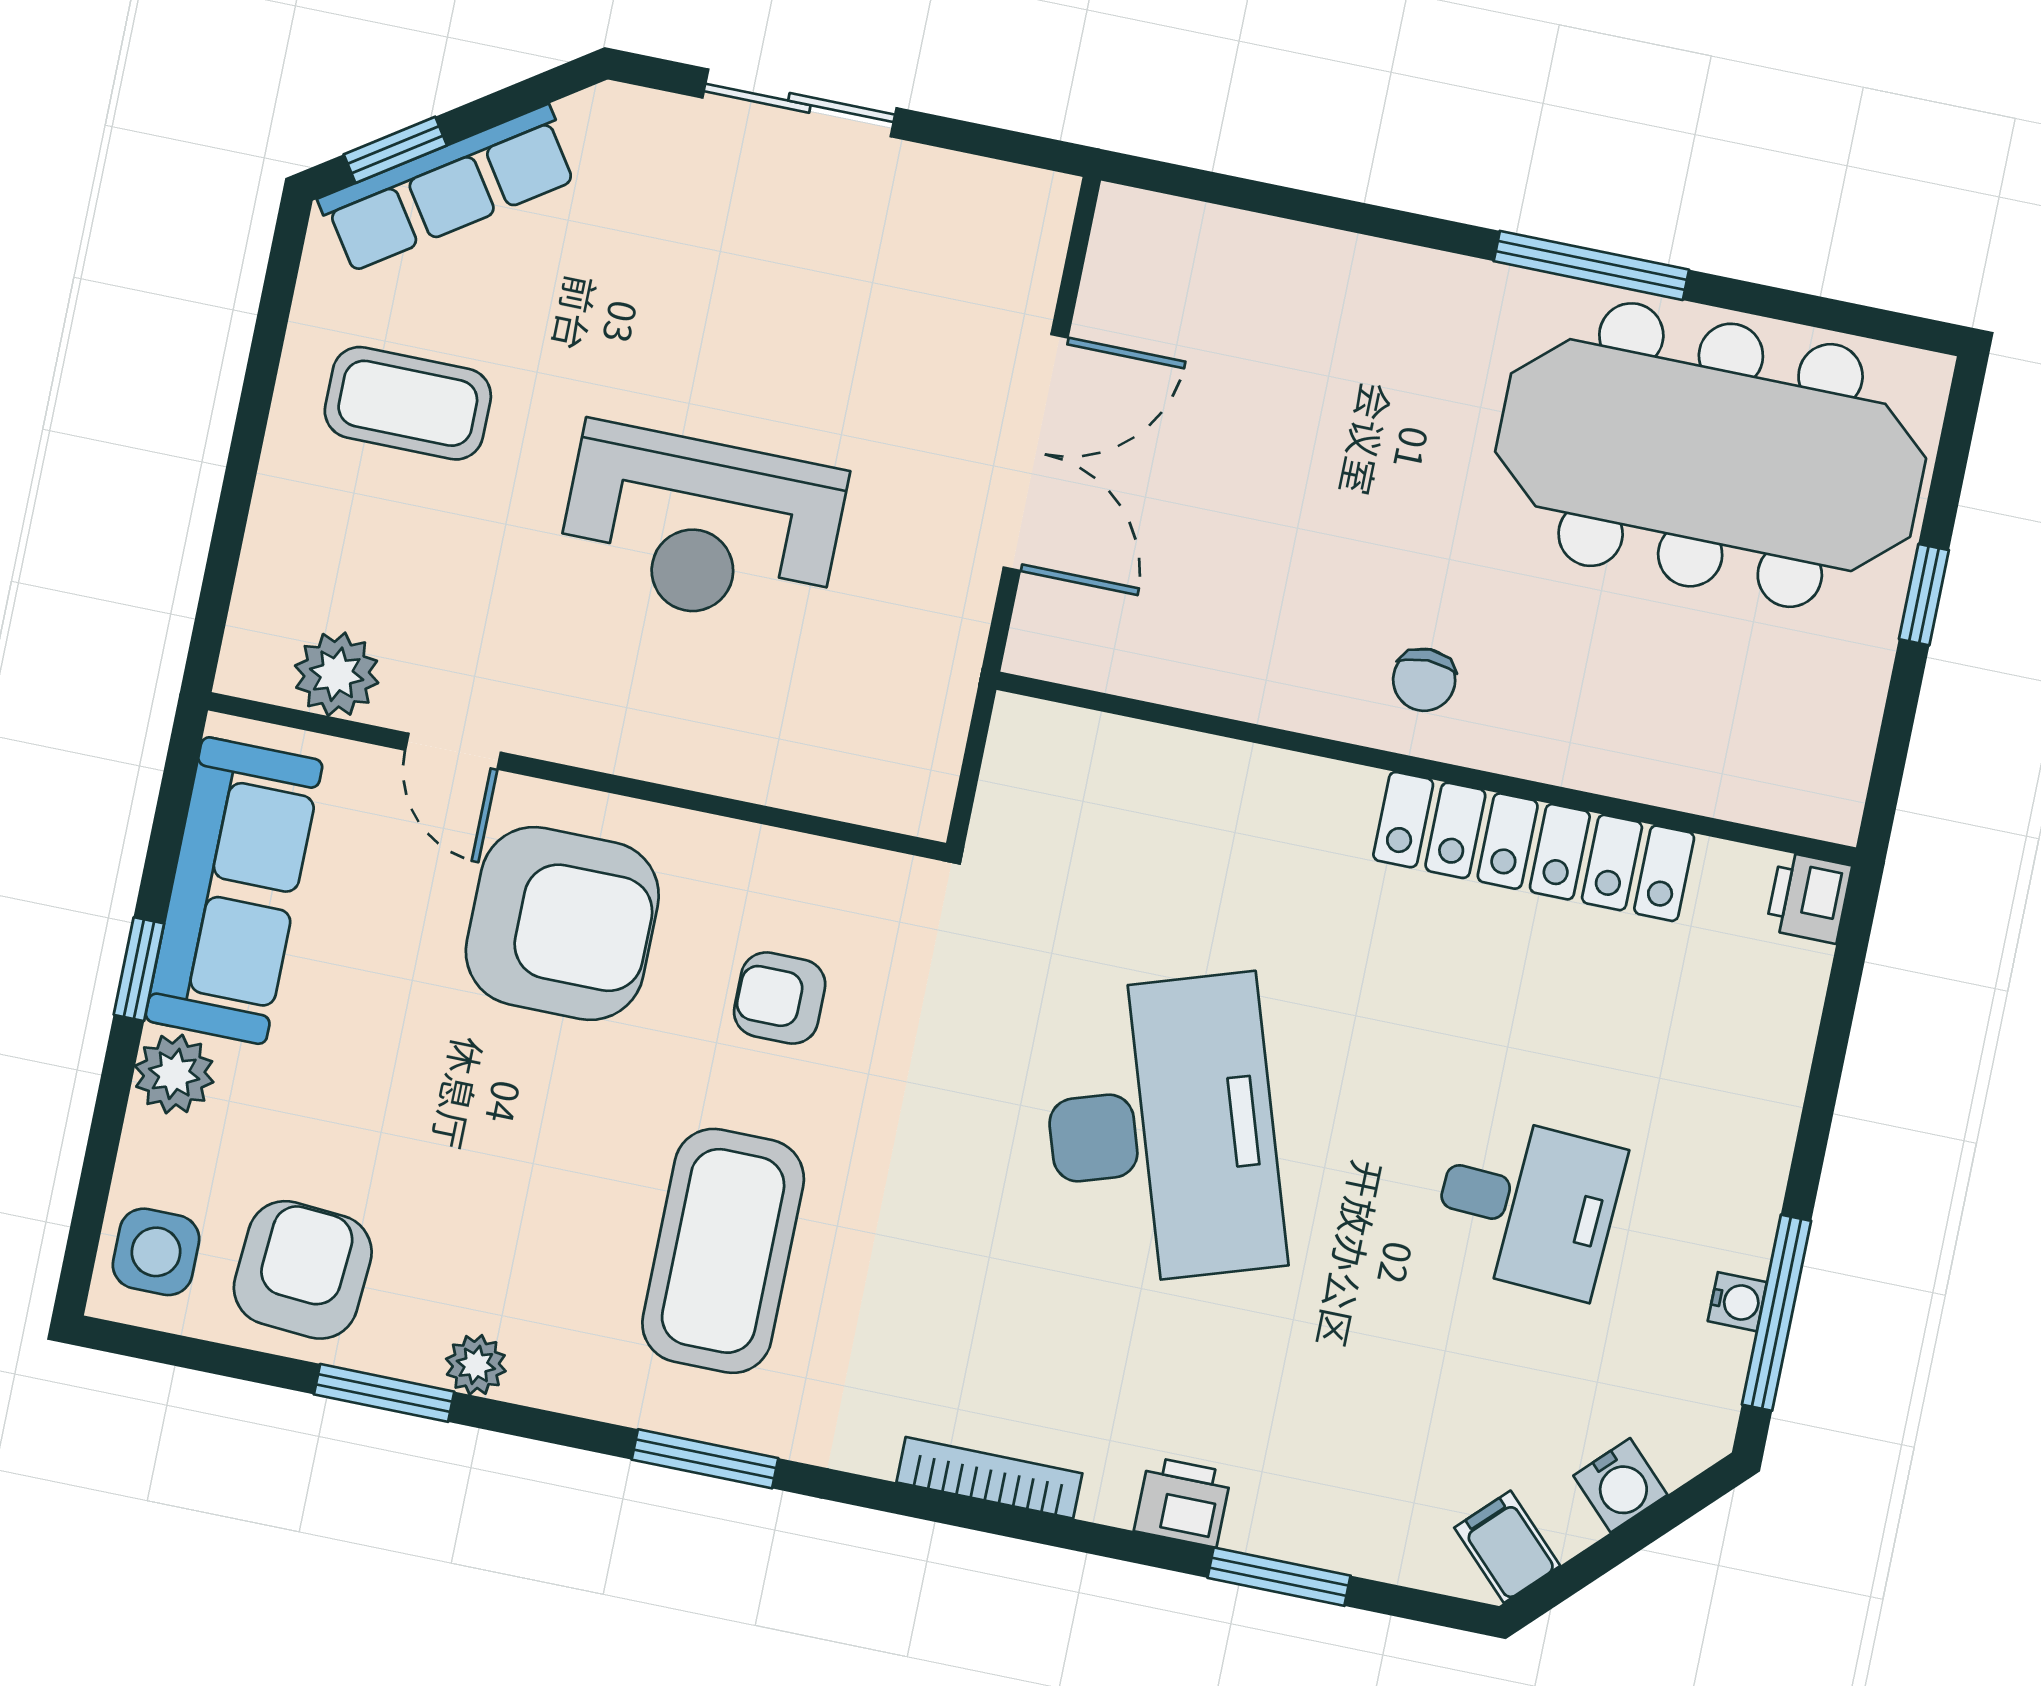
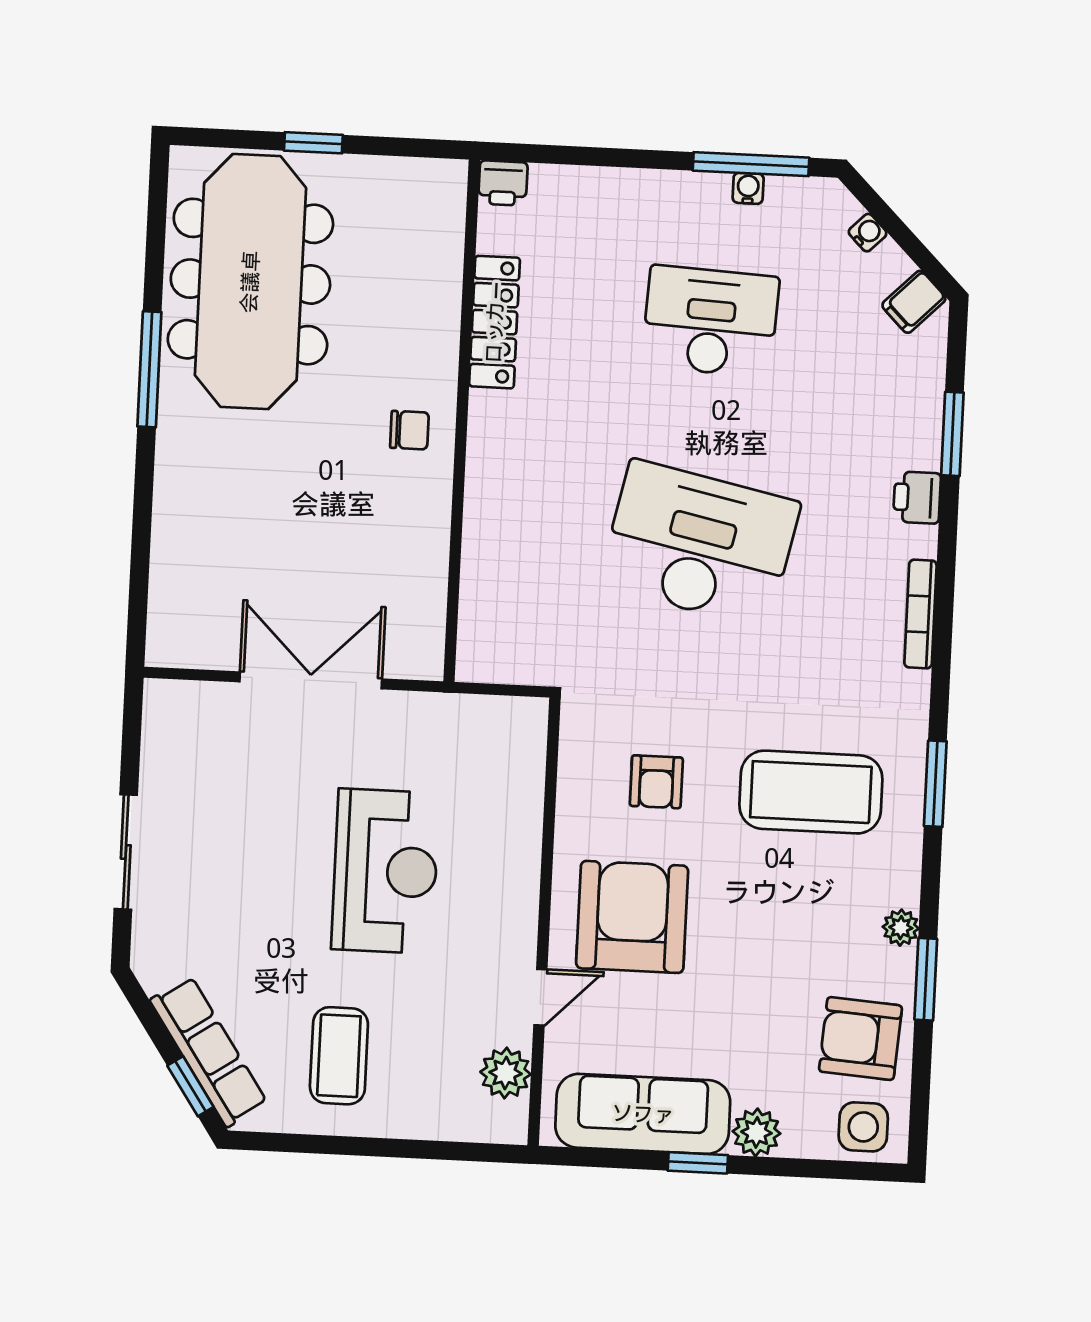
locker: (1534, 846) -> (495, 322), width x0.71, depth x0.83
desk: (1162, 1130) -> (700, 544), turned 30
desk: (1527, 1205) -> (710, 321), width x1.37
water cooler: (1620, 1485) -> (868, 233), width x0.72, depth x0.72

